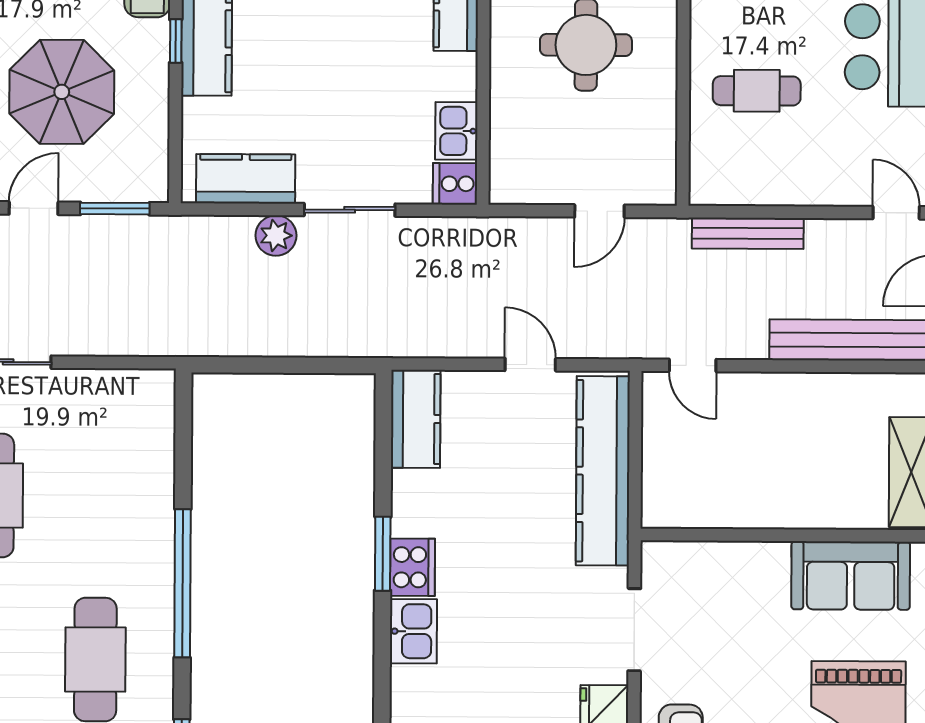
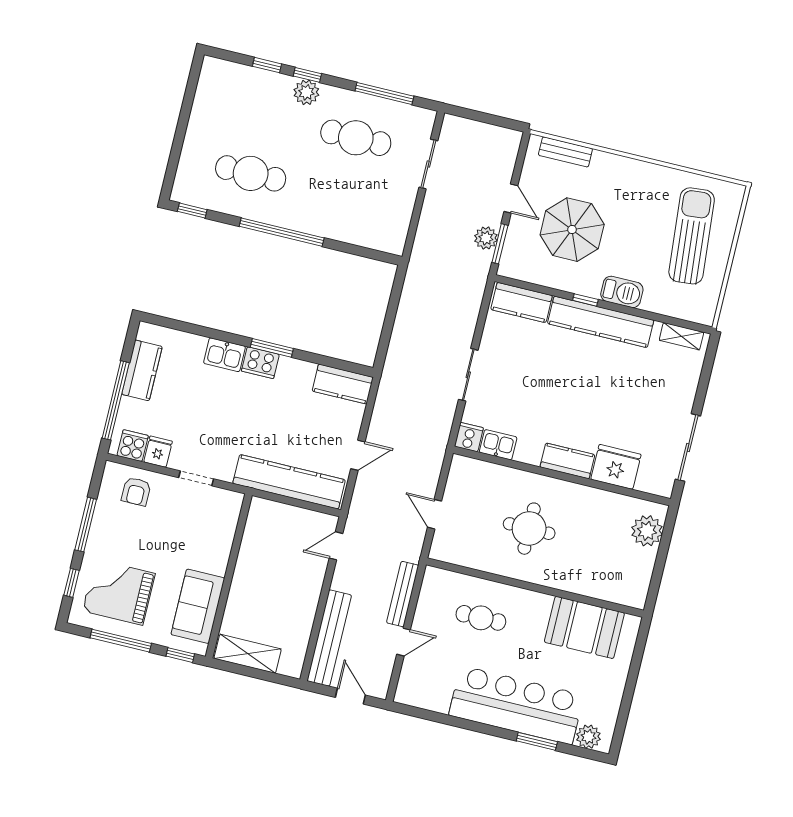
cafe table: (757, 91) -> (481, 618), turned 90
kitchen counter: (246, 179) -> (522, 302), moved, turned 90
door: (896, 213) -> (404, 642), moved
plant: (276, 236) -> (486, 238), moved
doorway: (634, 630) -> (196, 478), width x0.73

